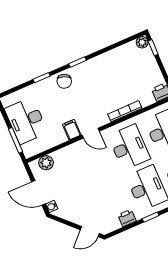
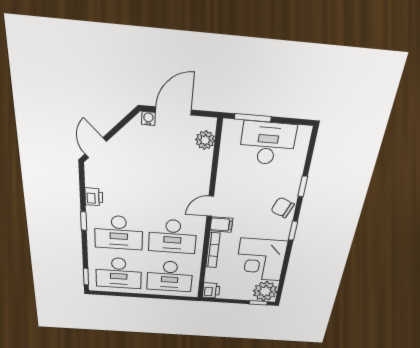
plant: (142, 42) -> (265, 291), width x1.88, depth x1.88
corner desk: (114, 70) -> (261, 260), added
filing cabinet: (72, 130) -> (221, 225), moved

